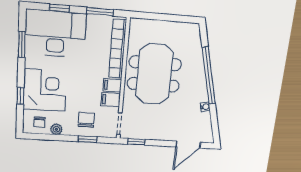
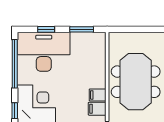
window: (22, 45) -> (15, 64), width x2.11
bookcase: (118, 49) -> (100, 61), removed

